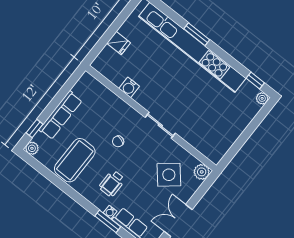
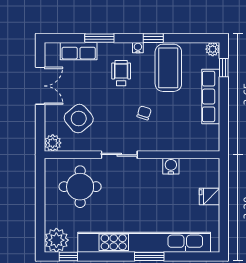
plant: (262, 98) -> (56, 240), width x1.87, depth x1.87
round table: (207, 125) -> (80, 187), added
window: (69, 190) -> (153, 38), added
water cooler: (110, 212) -> (138, 48), moved

